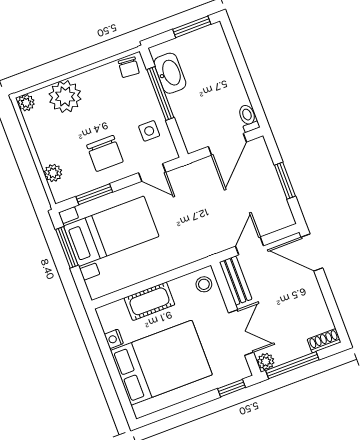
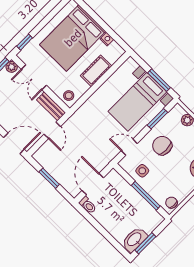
washbasin: (170, 73) -> (135, 239), moved, turned 90

